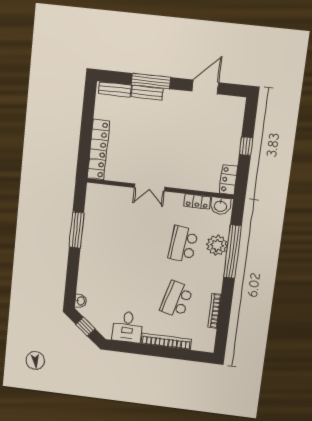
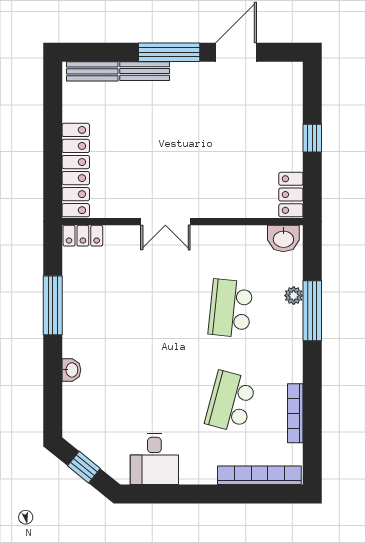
window: (151, 81) -> (169, 52), moved
locker: (197, 202) -> (83, 236), moved
plant: (217, 245) -> (294, 296), width x0.53, depth x0.53
window: (232, 252) -> (312, 311), width x0.68
washbasin: (81, 301) -> (71, 370), moved
bookcase: (166, 341) -> (259, 475), moved

